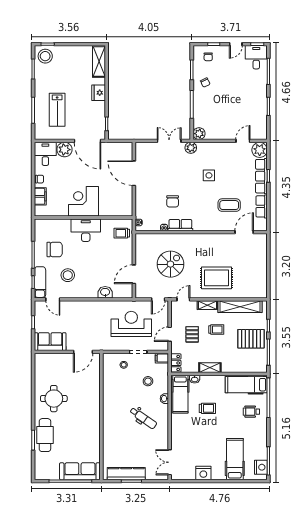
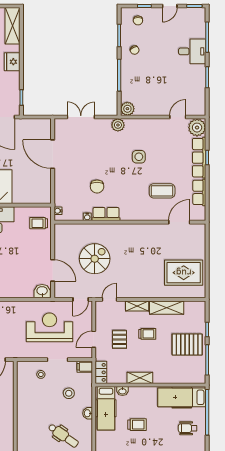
desk: (256, 57) -> (192, 51), moved, turned 90
double door: (169, 141) -> (81, 117), moved
door: (134, 274) -> (53, 270), swing flipped
rug: (217, 278) -> (184, 273), moved
washbasin: (105, 292) -> (42, 291), moved
shelving: (240, 307) -> (167, 308), width x0.68

